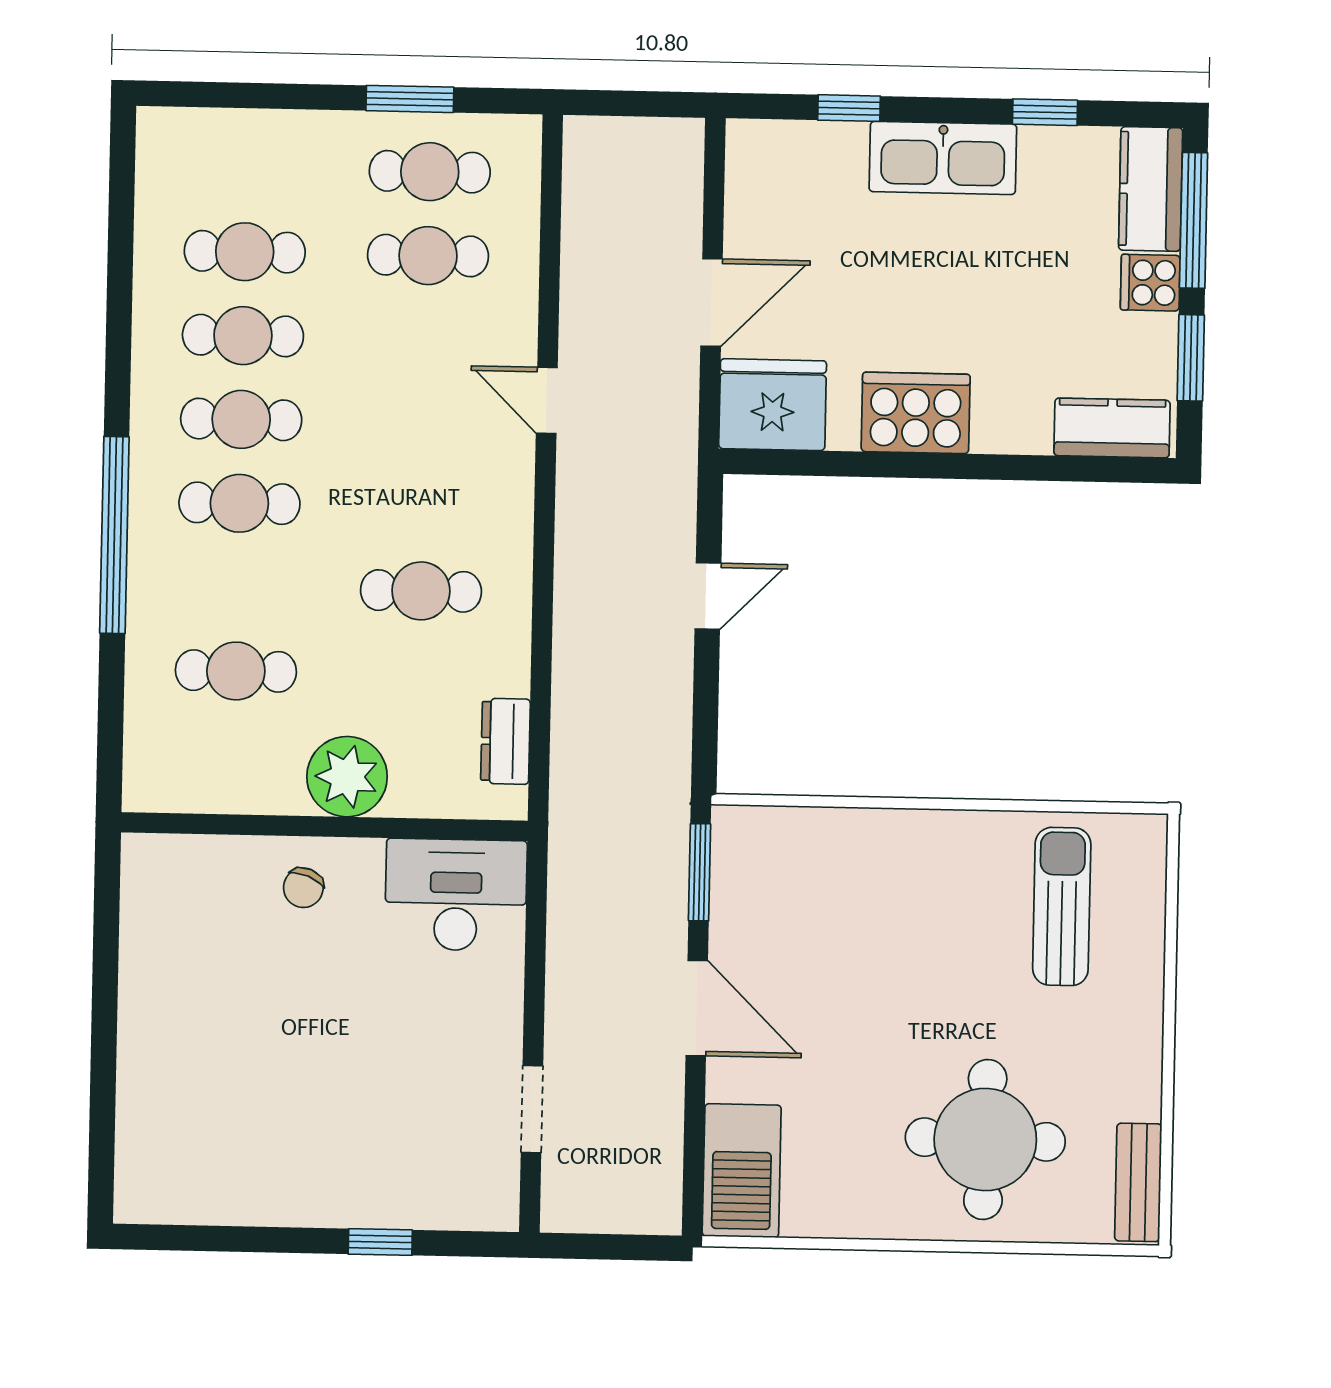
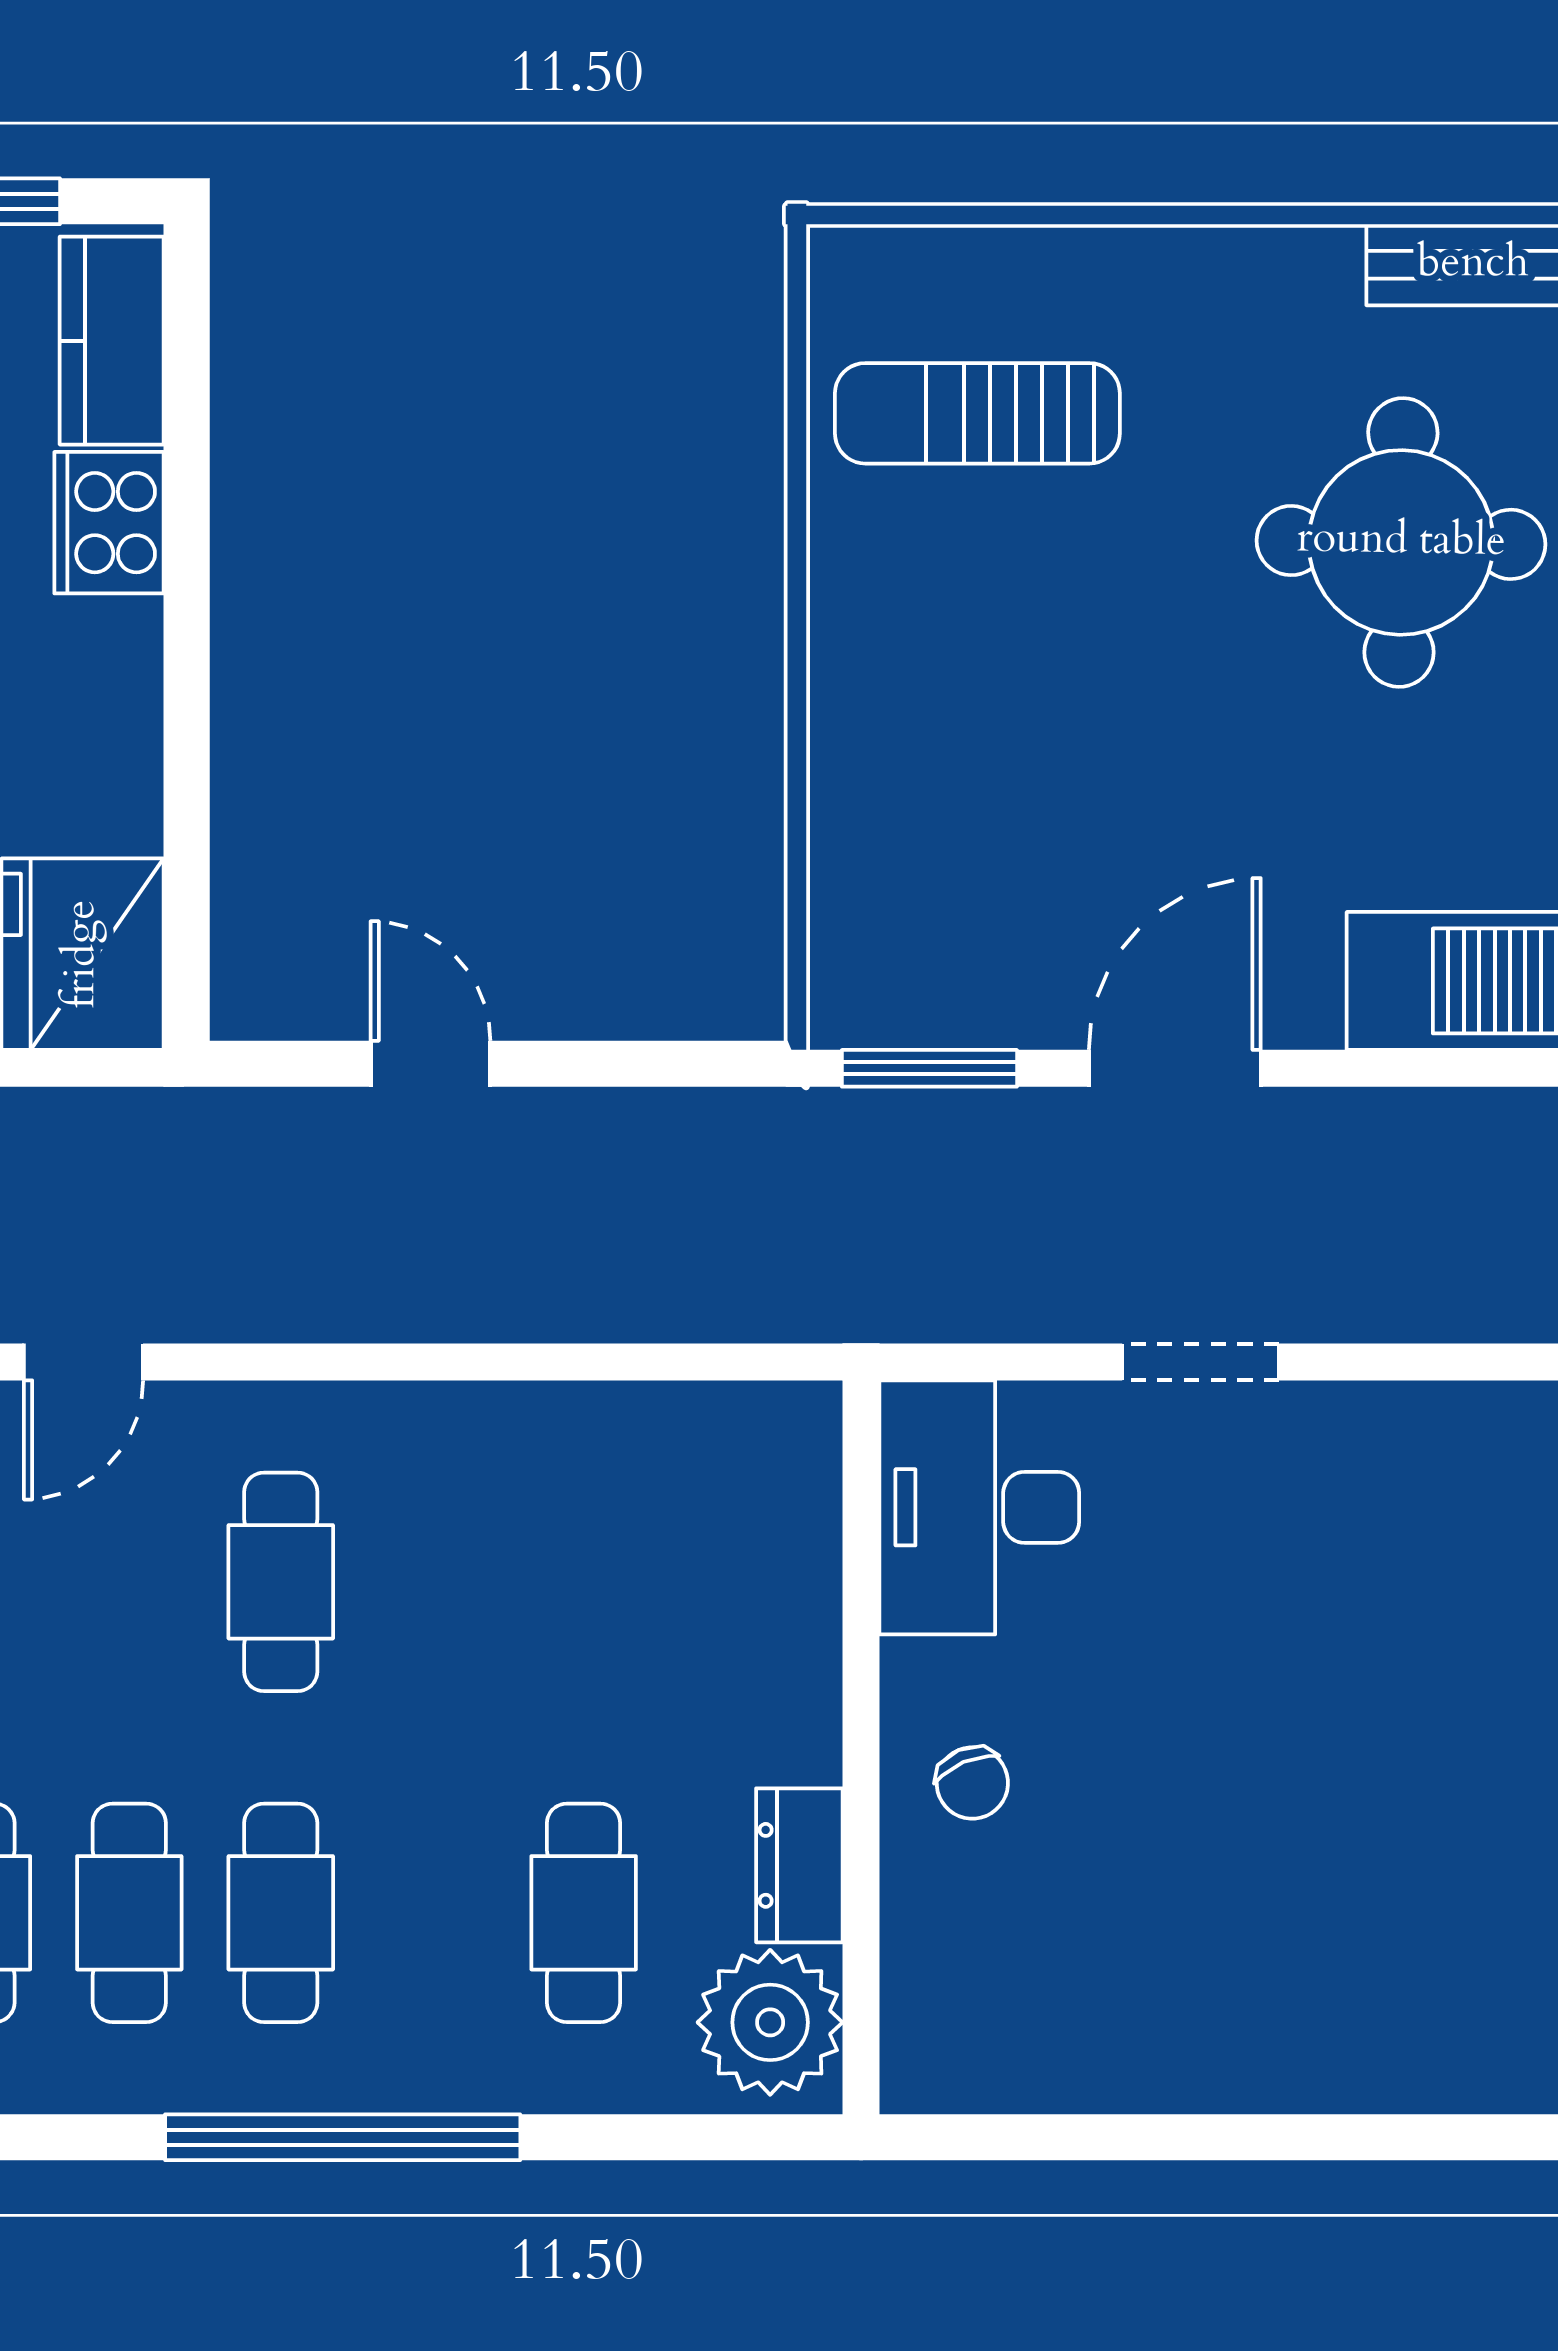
cooker: (916, 413) -> (109, 523), moved, width x0.73, depth x0.76
cafe table: (421, 591) -> (281, 1582), moved
dresser: (505, 741) -> (799, 1865), moved, turned 90
plant: (347, 777) -> (770, 2022), moved
chair: (303, 888) -> (972, 1783), turned 45
doorway: (532, 1109) -> (1201, 1362), moved

